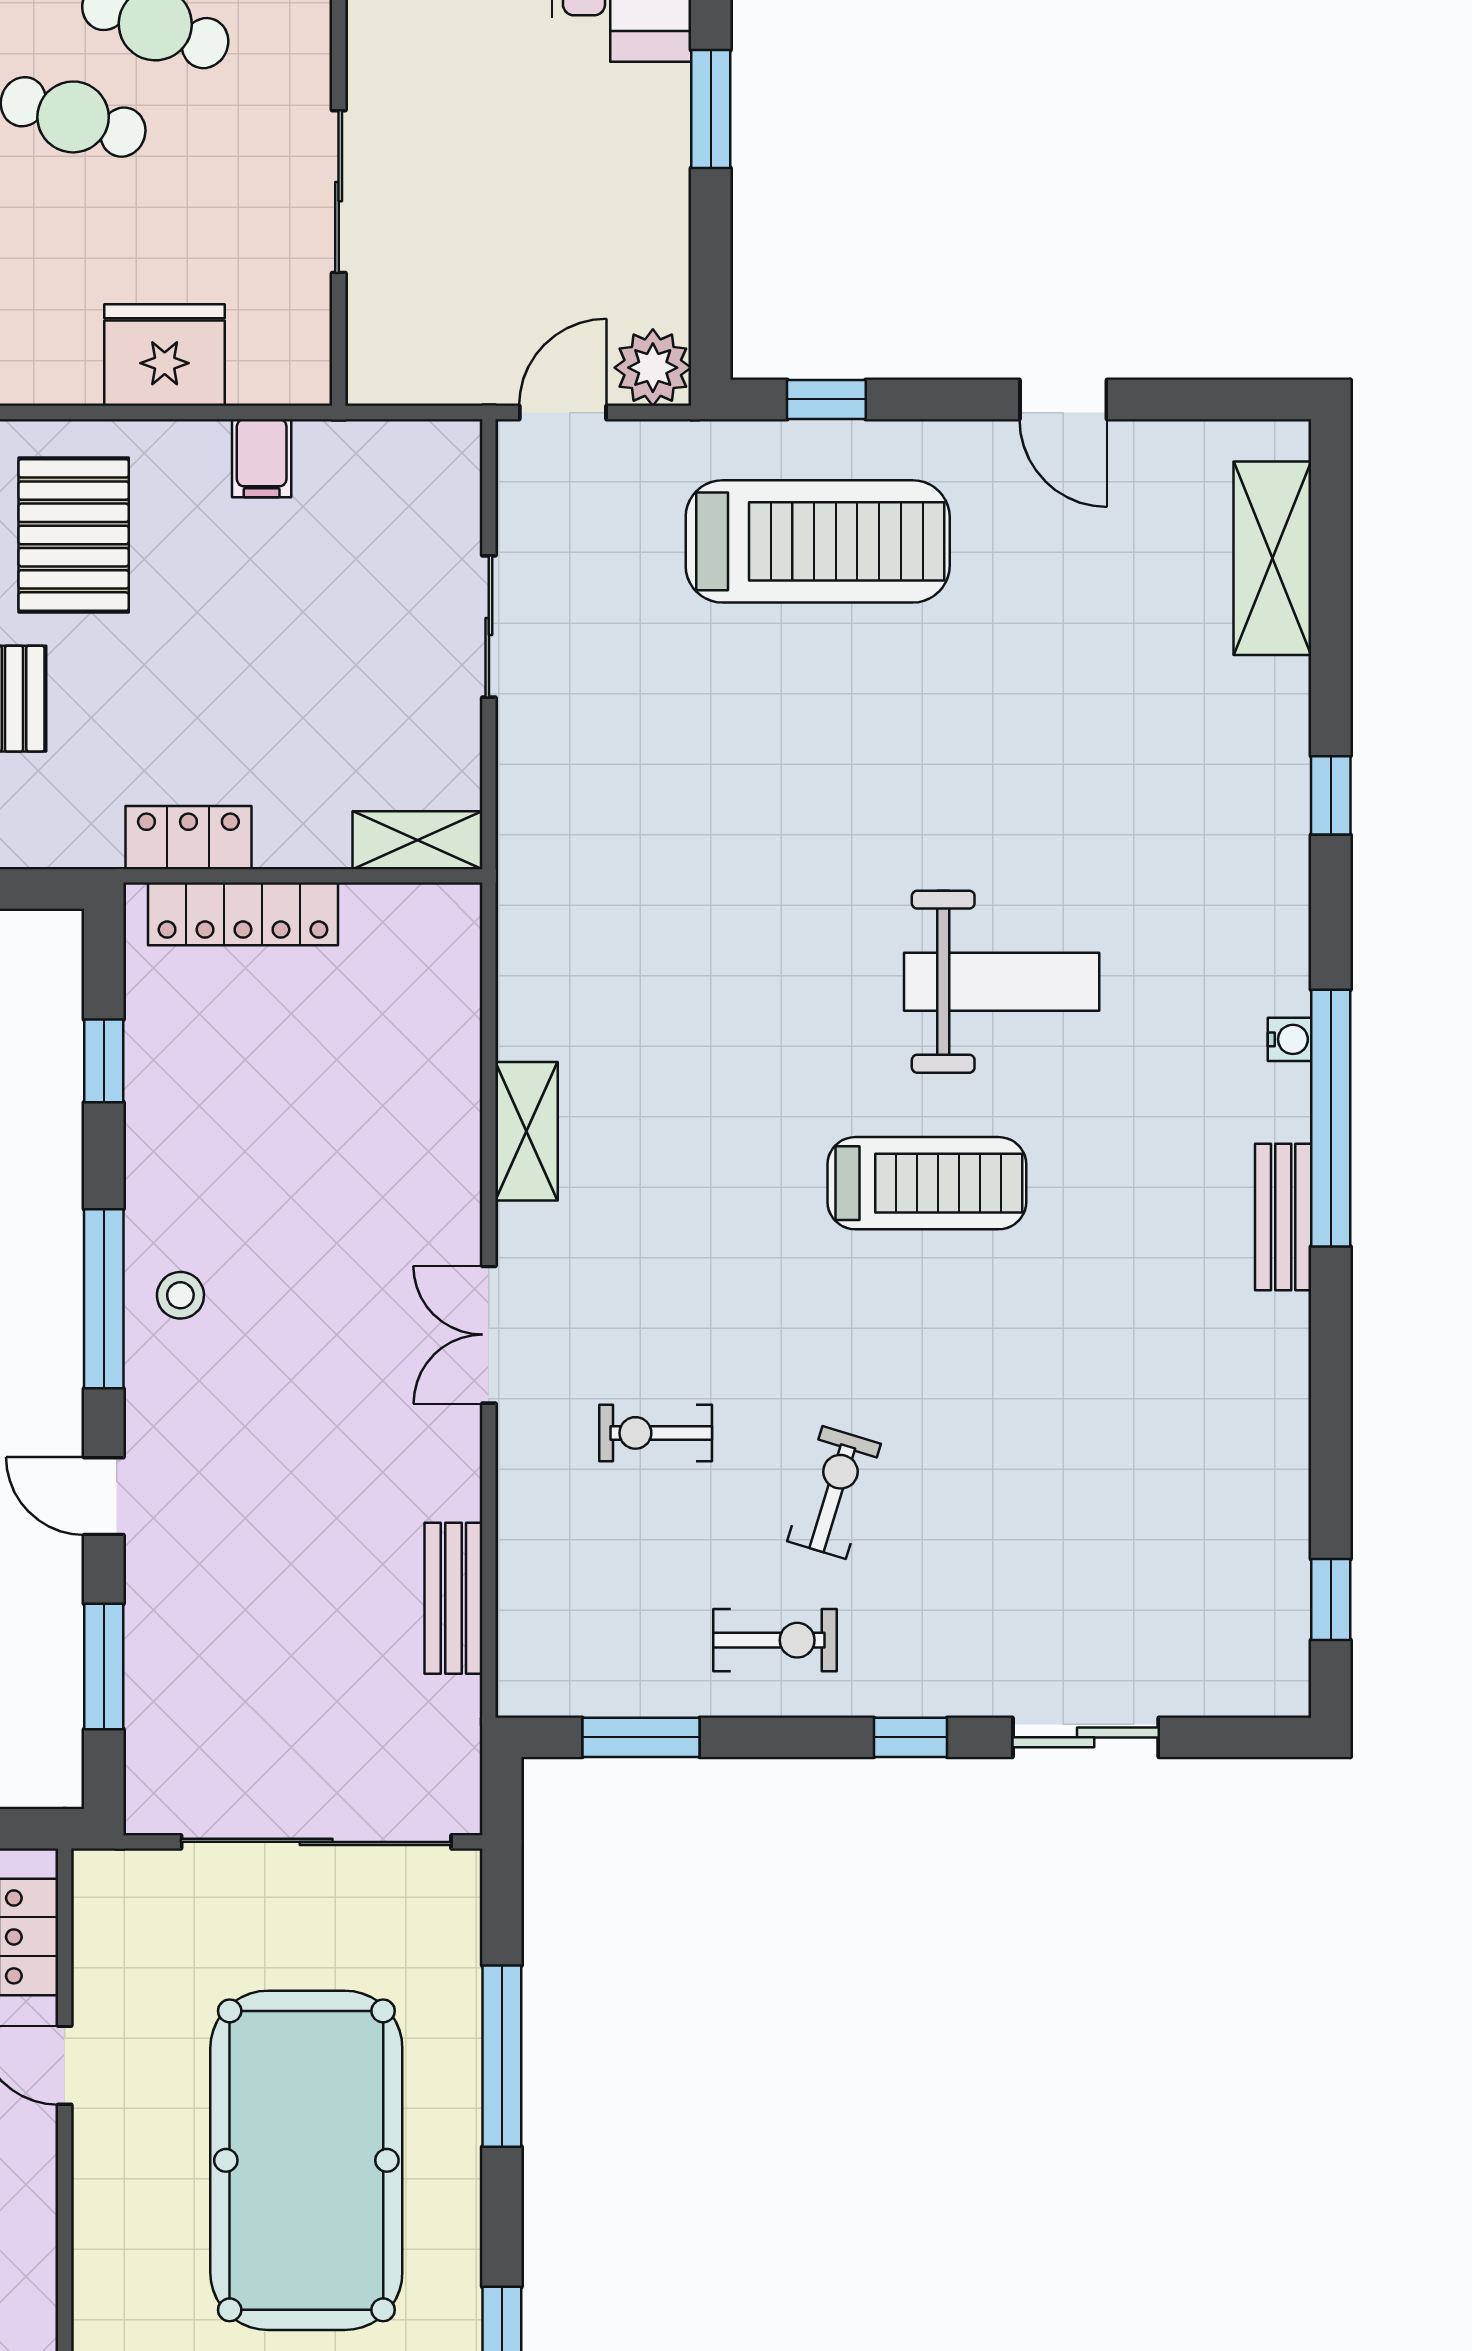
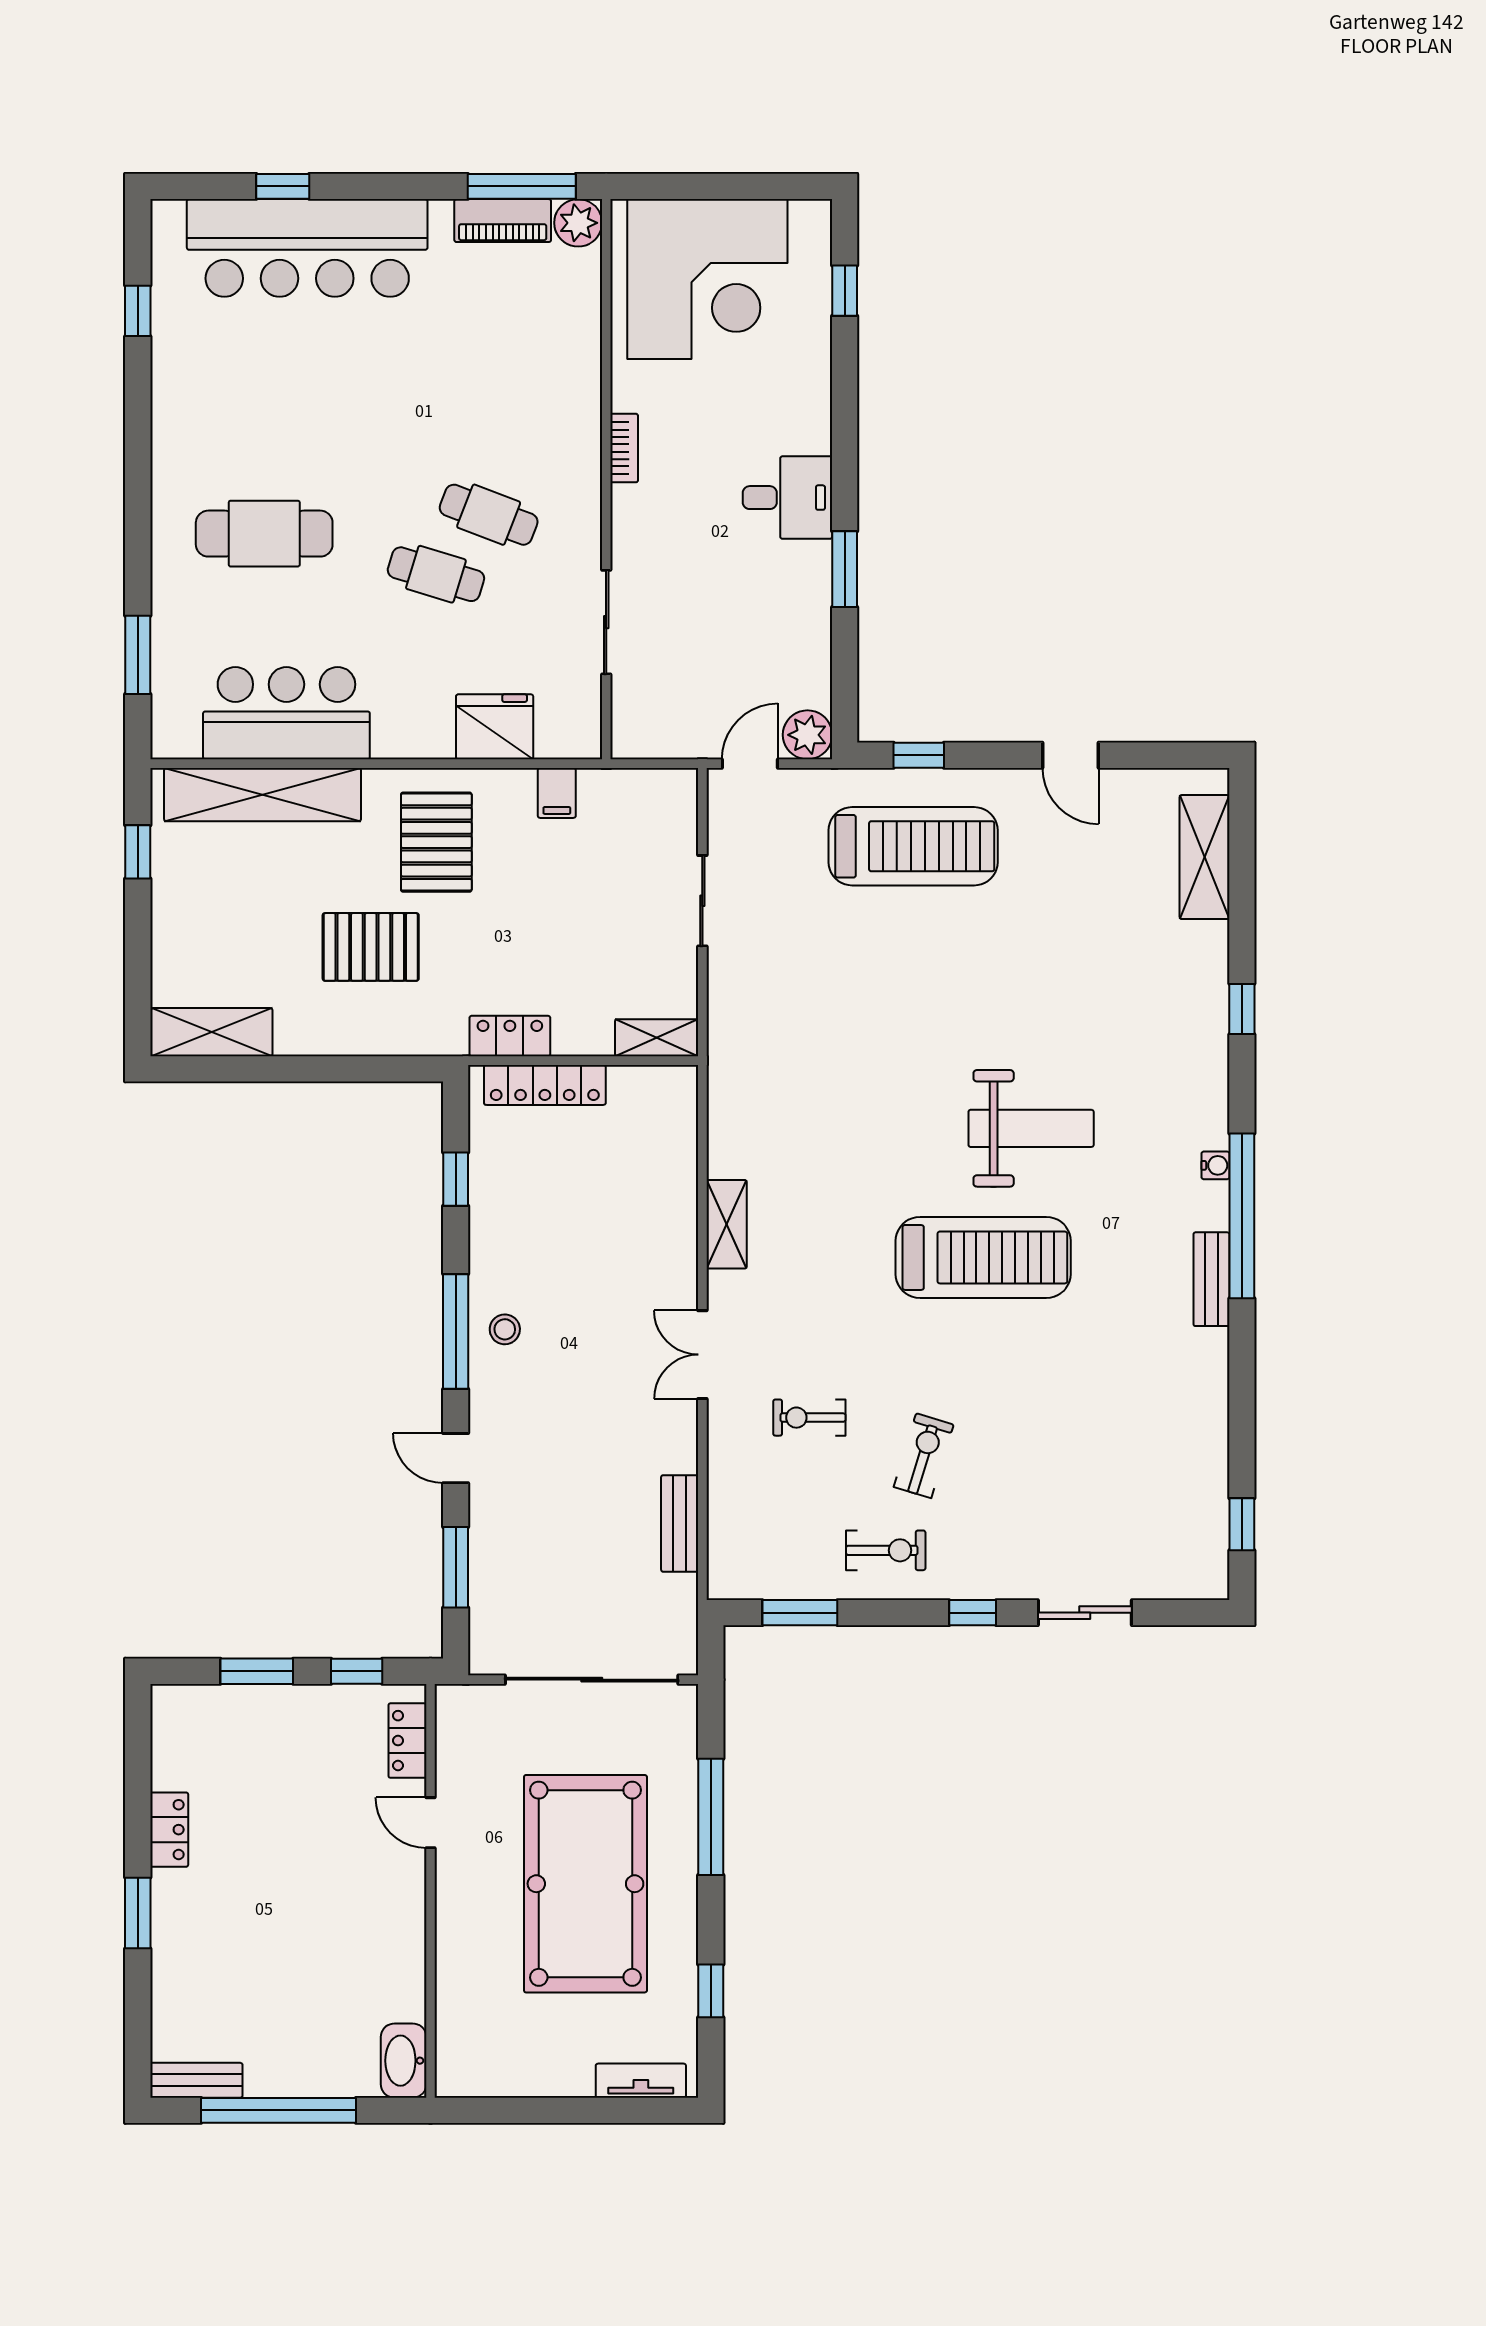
treadmill: (927, 1183) -> (983, 1257), width x1.37, depth x1.38

